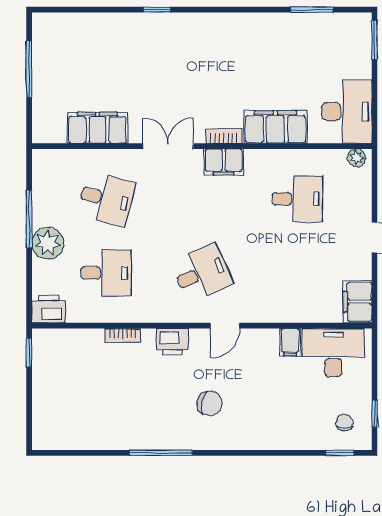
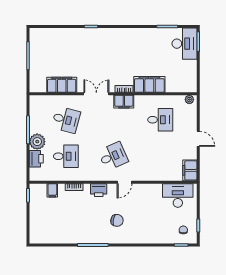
desk: (347, 111) -> (184, 44), moved
printer: (49, 309) -> (36, 159), moved, turned 90
filing cabinet: (290, 342) -> (52, 190), moved

